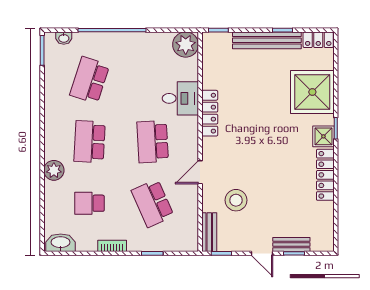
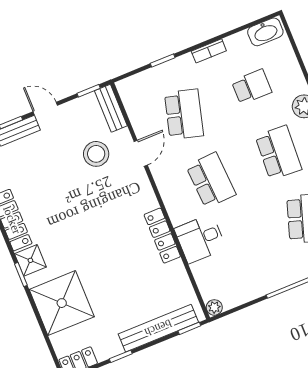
bench: (267, 40) -> (158, 328), moved
plant: (186, 45) -> (214, 307), width x0.53, depth x0.53
door: (200, 172) -> (141, 153), moved
school desk: (153, 203) -> (184, 114), turned 39

